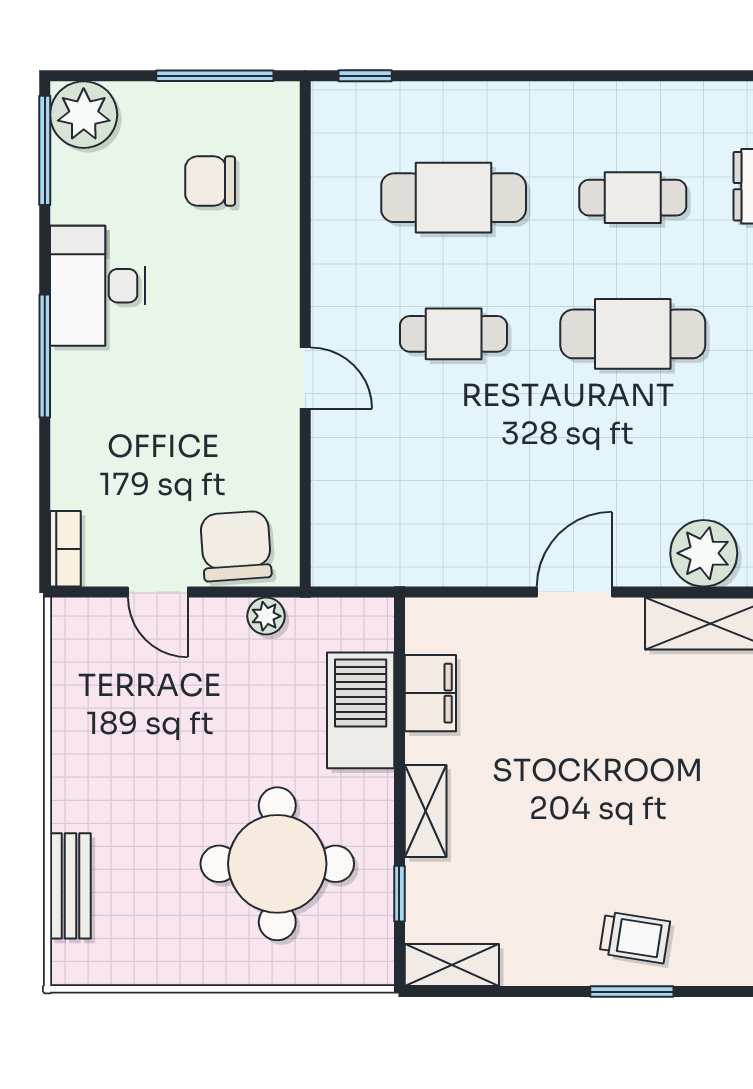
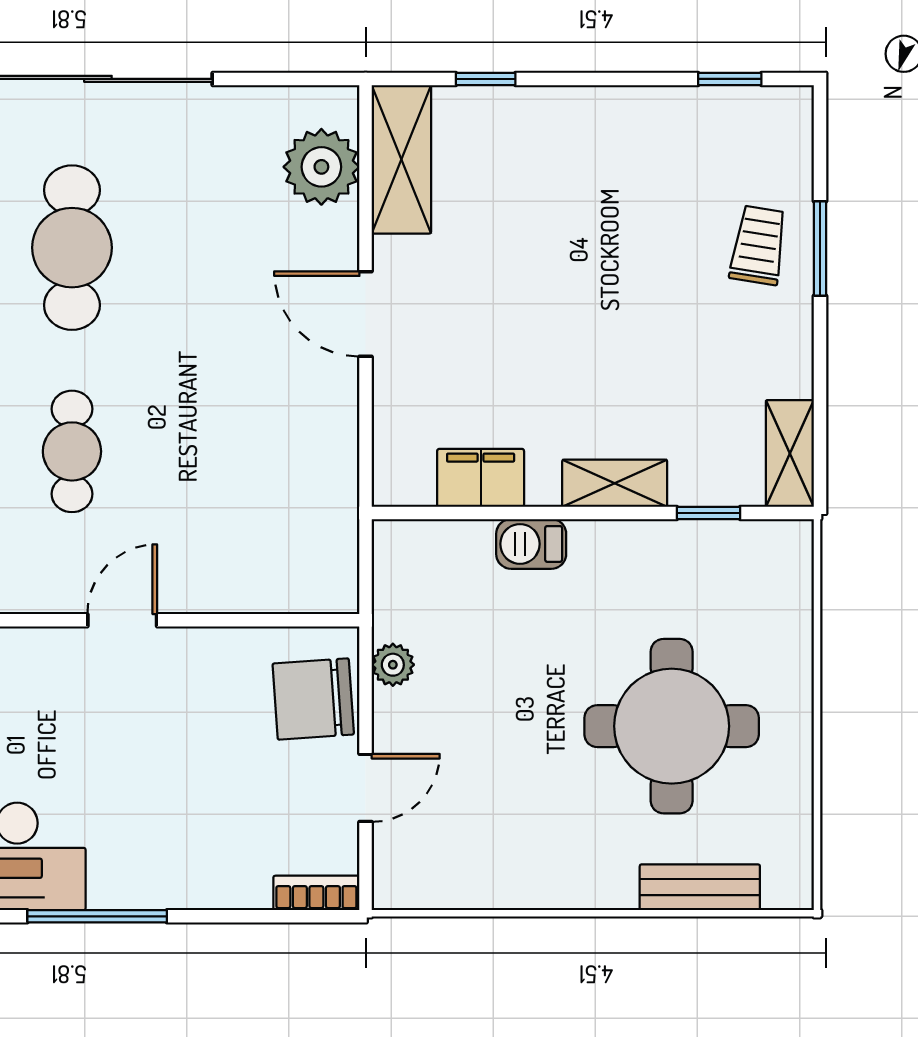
barbecue: (361, 710) -> (531, 544), width x0.53, depth x0.65
round table: (277, 864) -> (672, 726), moved

